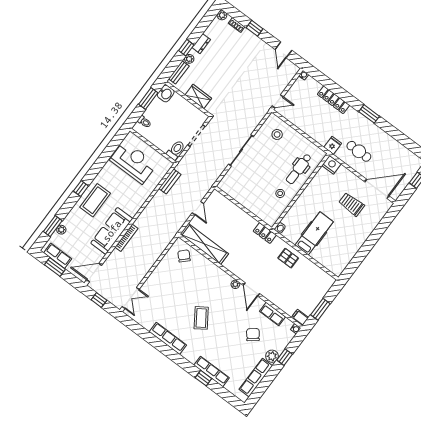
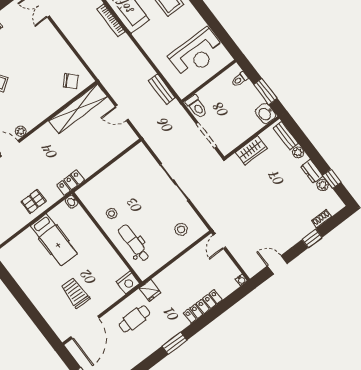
plant: (222, 15) -> (323, 185), moved
window: (186, 48) -> (332, 179), moved
trolley: (352, 204) -> (75, 293), turned -89

